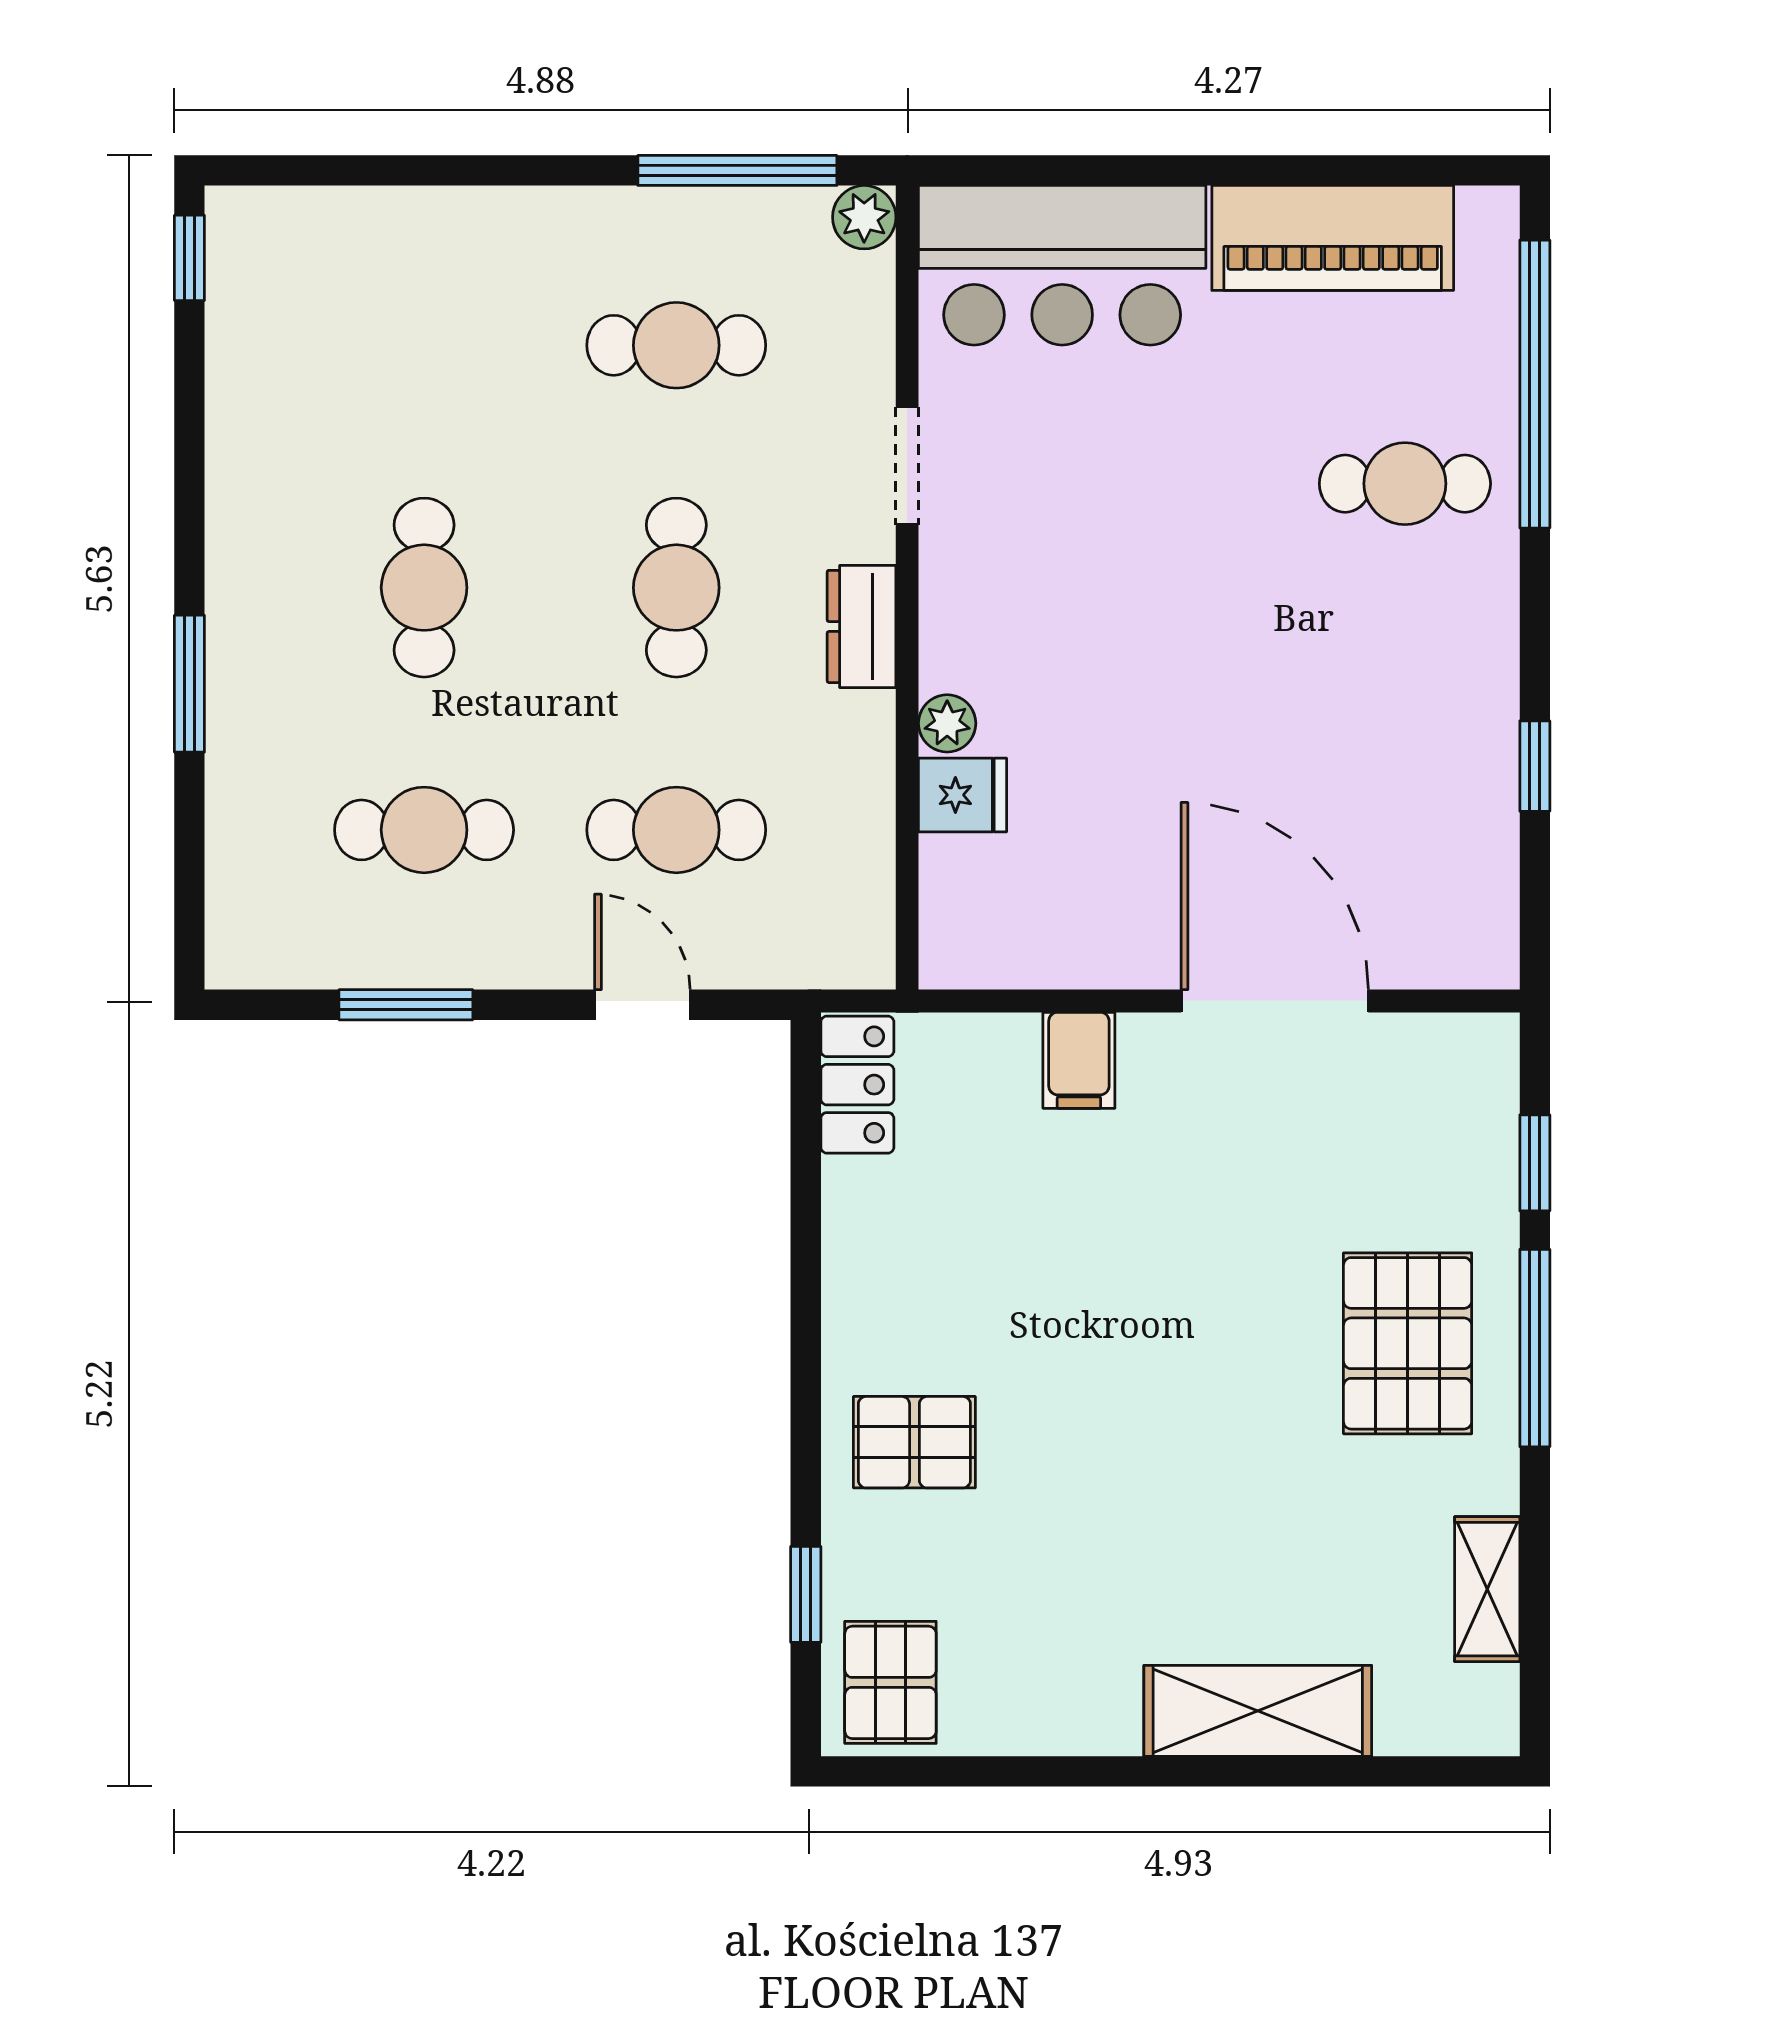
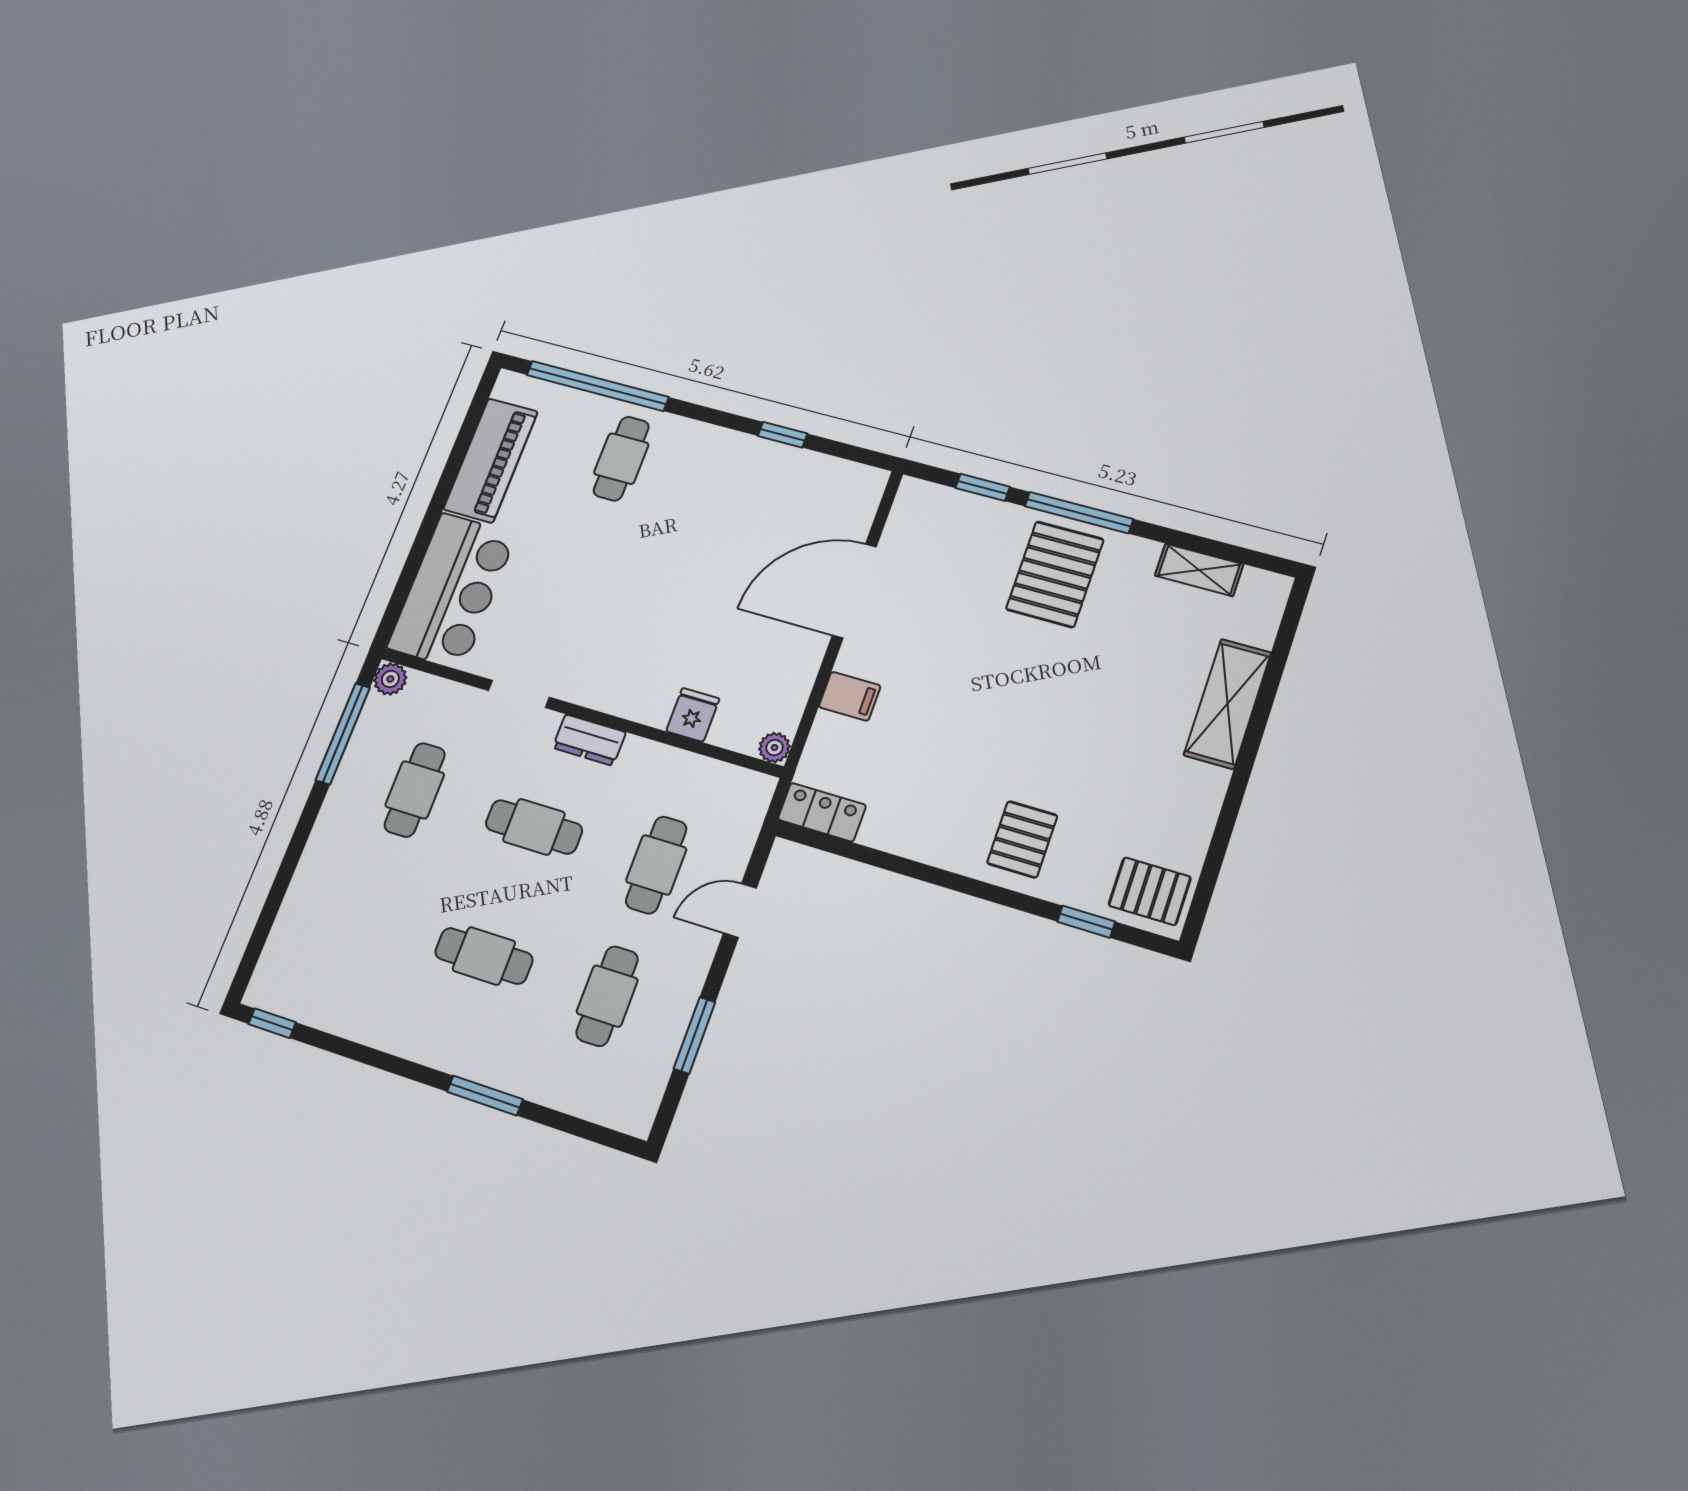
plant: (947, 723) -> (774, 748), moved
pallet: (1408, 1343) -> (1055, 574), turned 90

